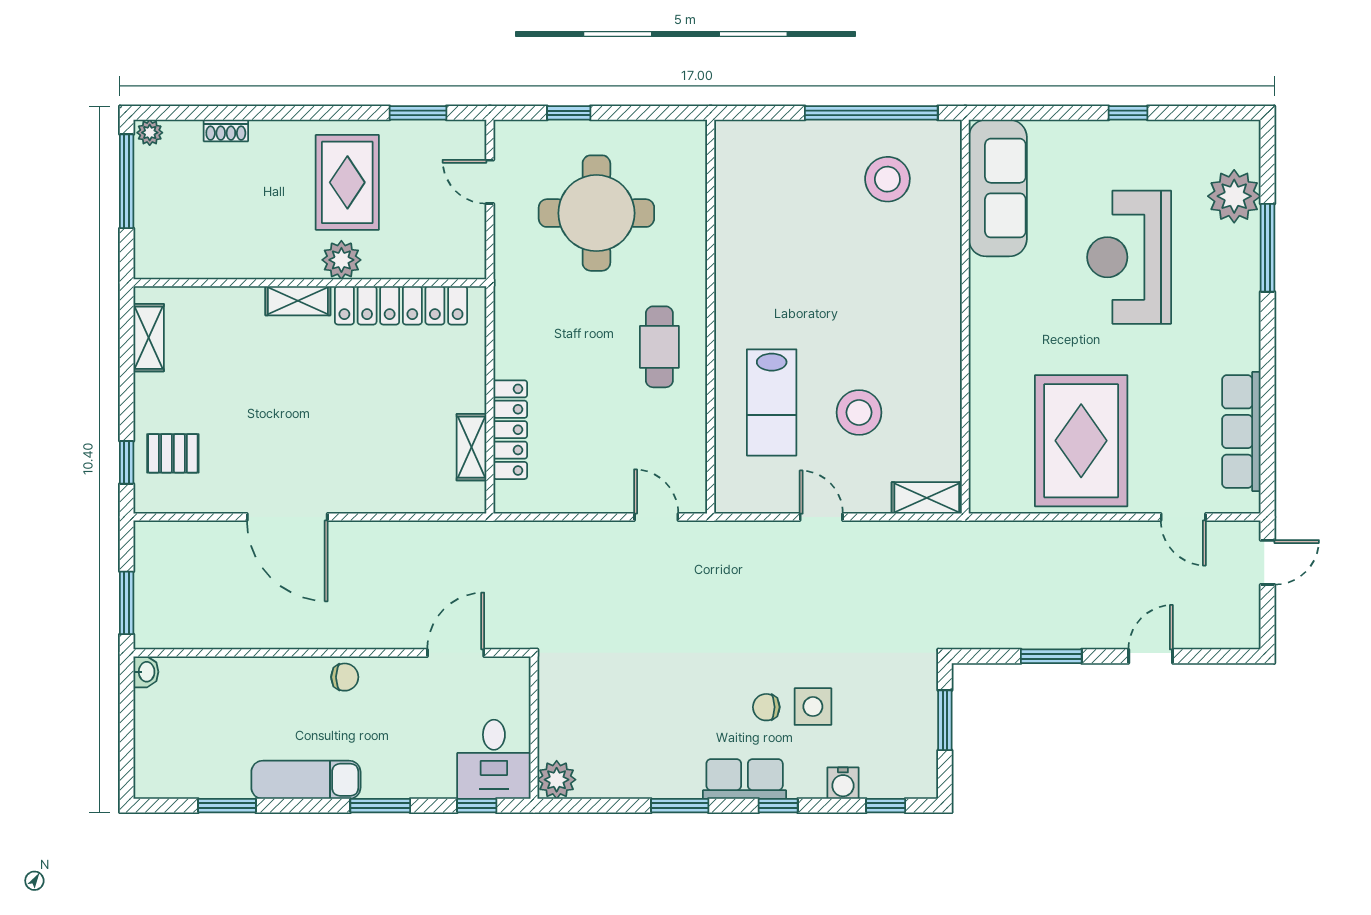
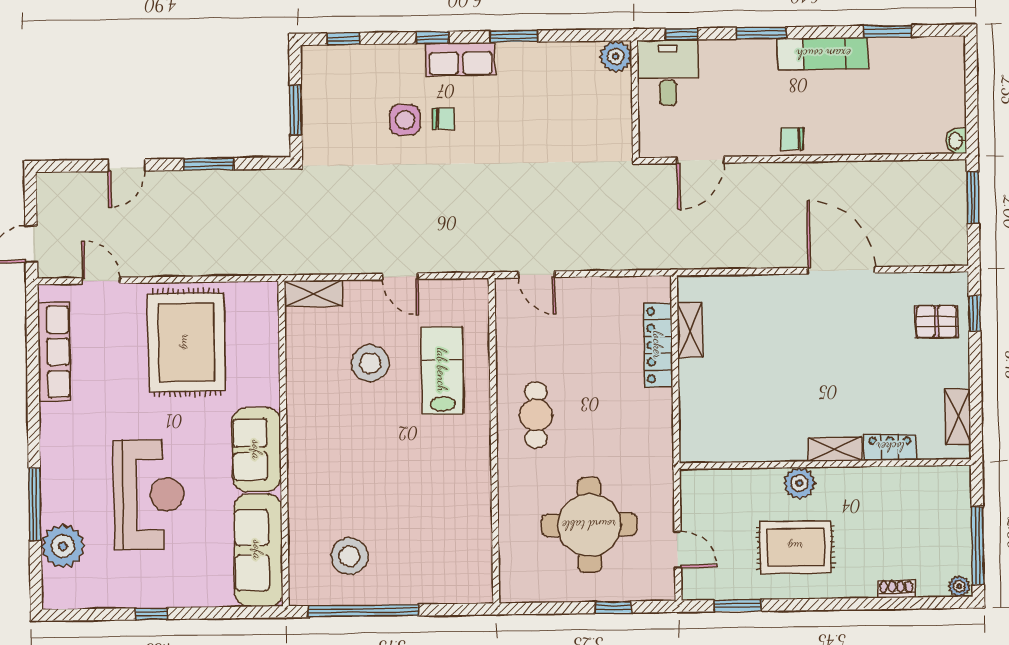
rug: (347, 182) -> (795, 547), turned 90
locker: (401, 305) -> (890, 447), moved, width x0.46, depth x0.83
sofa: (998, 310) -> (257, 450), added
water cooler: (843, 783) -> (379, 57), removed

